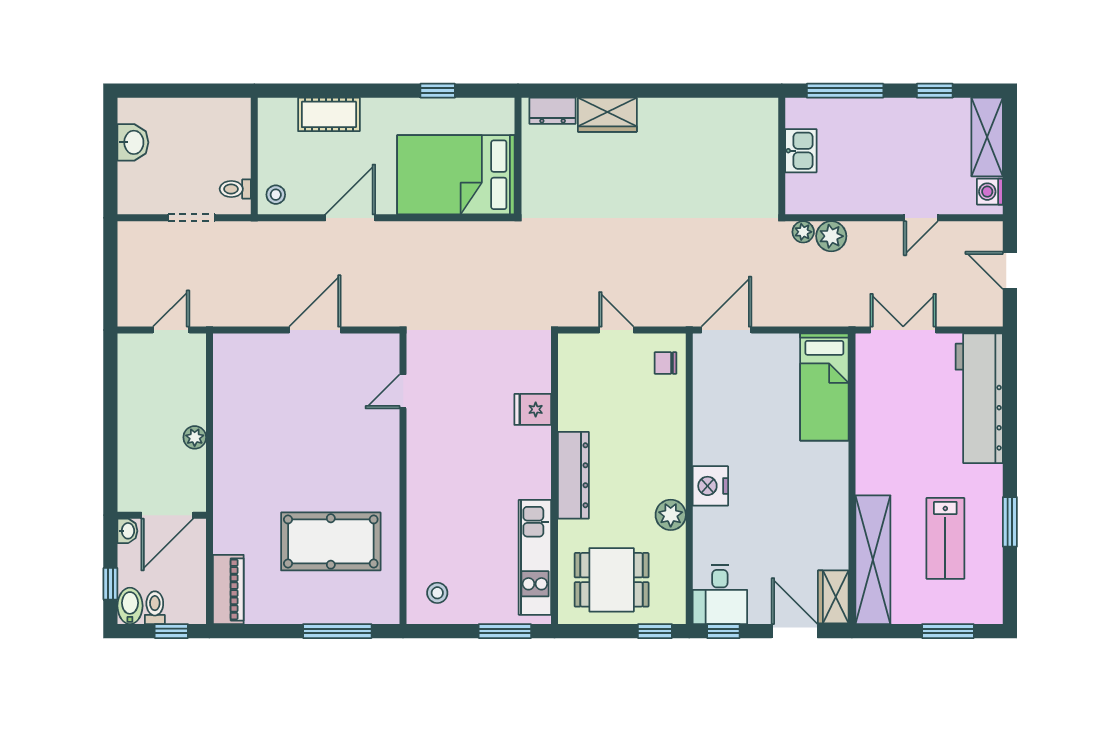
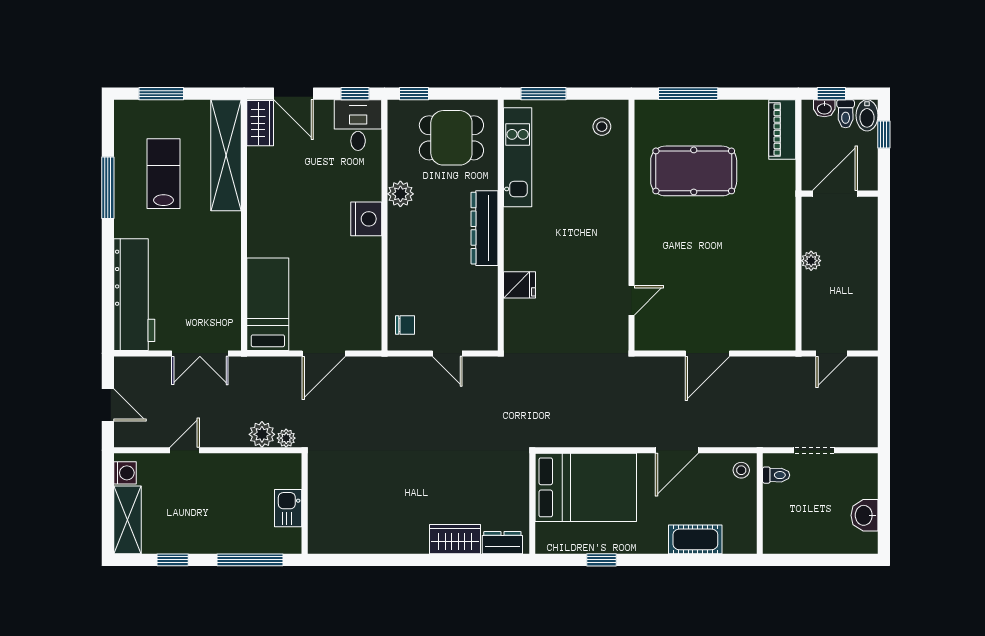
door: (726, 330) -> (324, 353), moved
window: (1010, 522) -> (108, 188), width x1.44
washbasin: (127, 531) -> (824, 108), moved, turned -90

